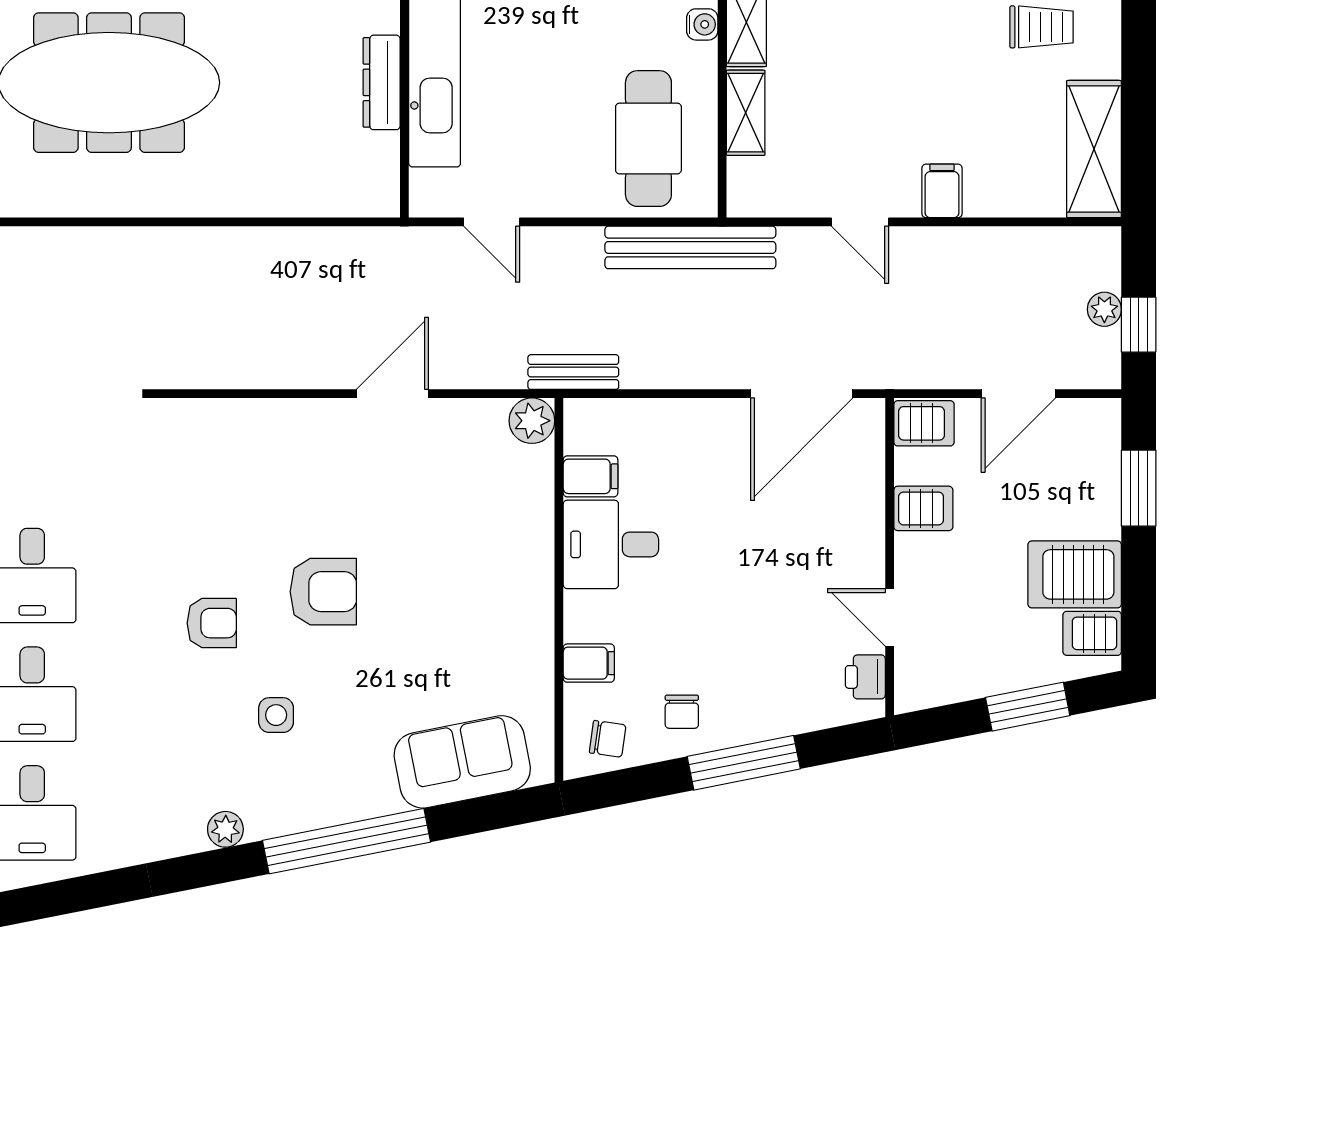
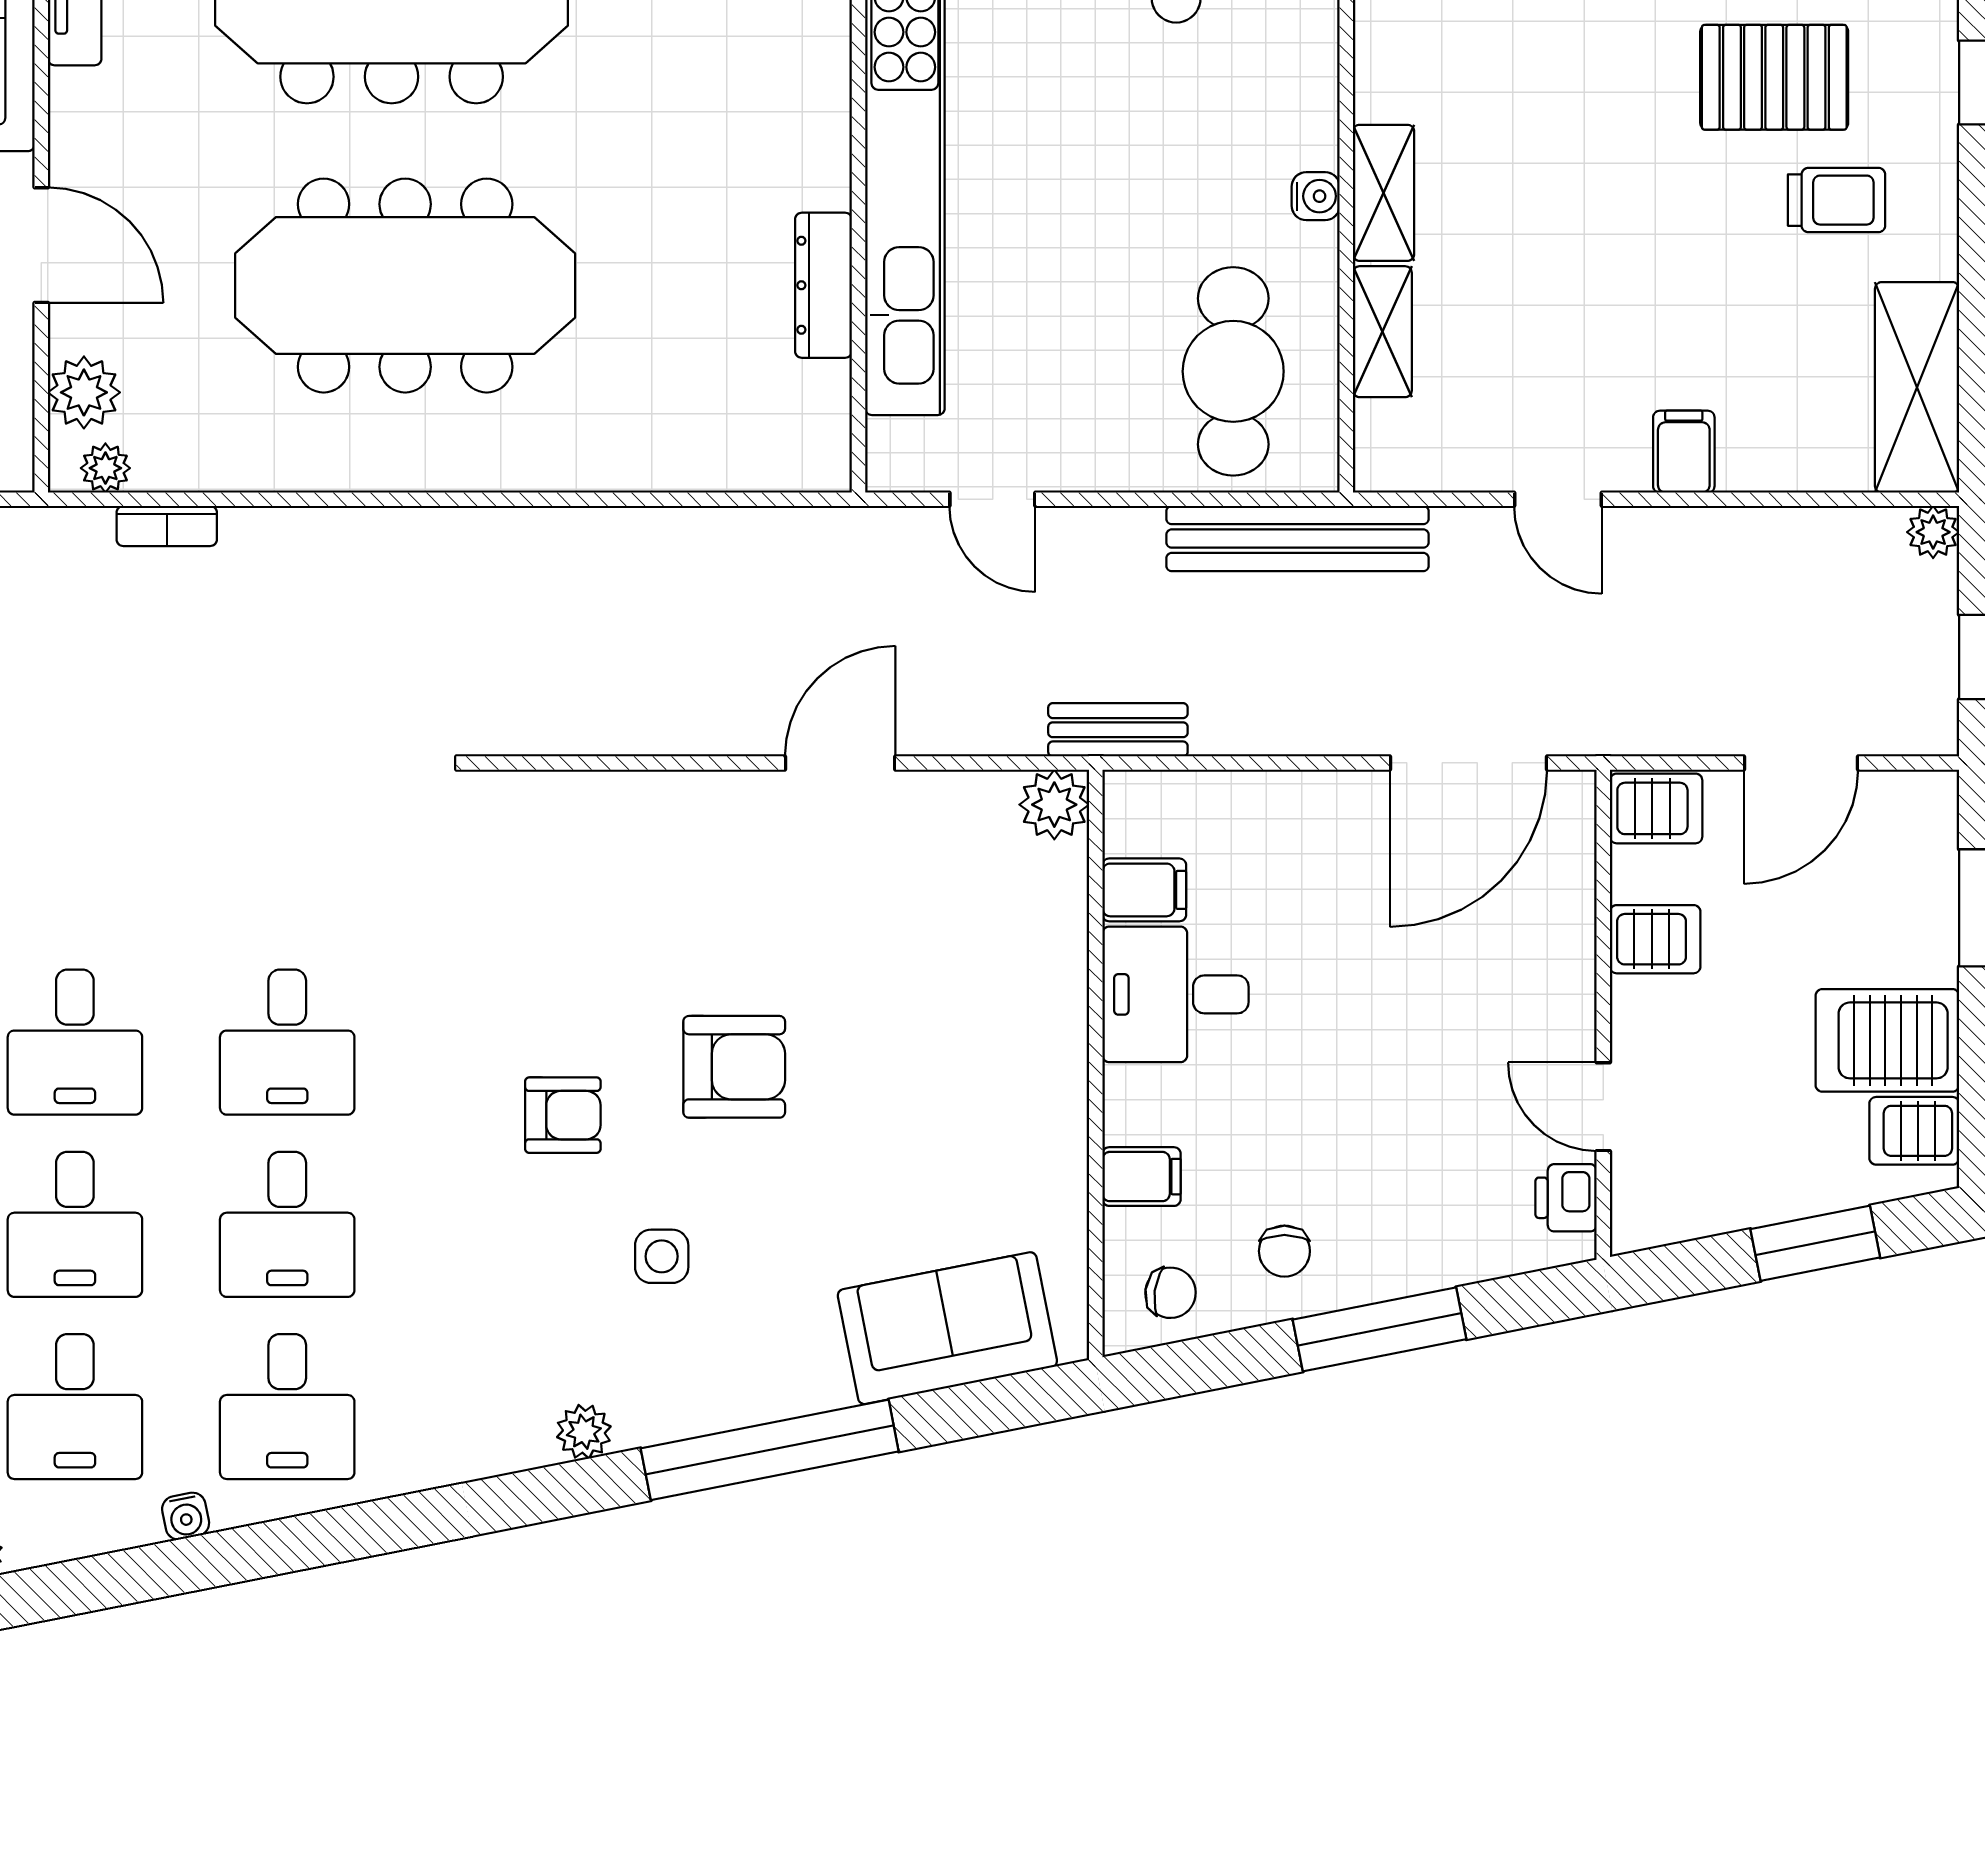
plant: (1104, 309) -> (1933, 532), moved

